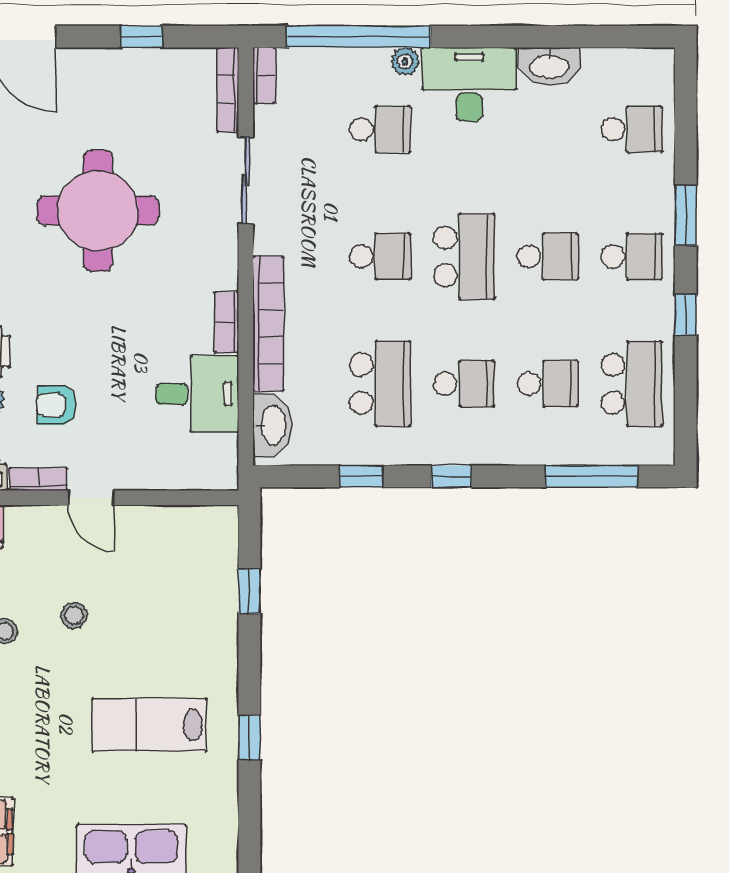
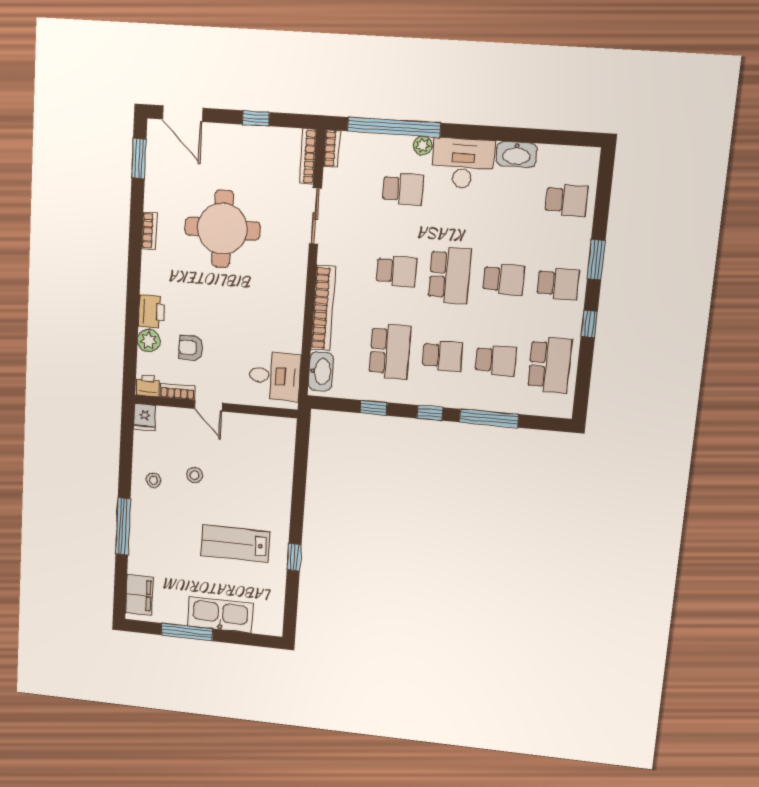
bookcase: (226, 322) -> (297, 305), removed
desk: (197, 394) -> (275, 376), moved
window: (591, 476) -> (489, 418), moved
window: (249, 591) -> (300, 471), removed

